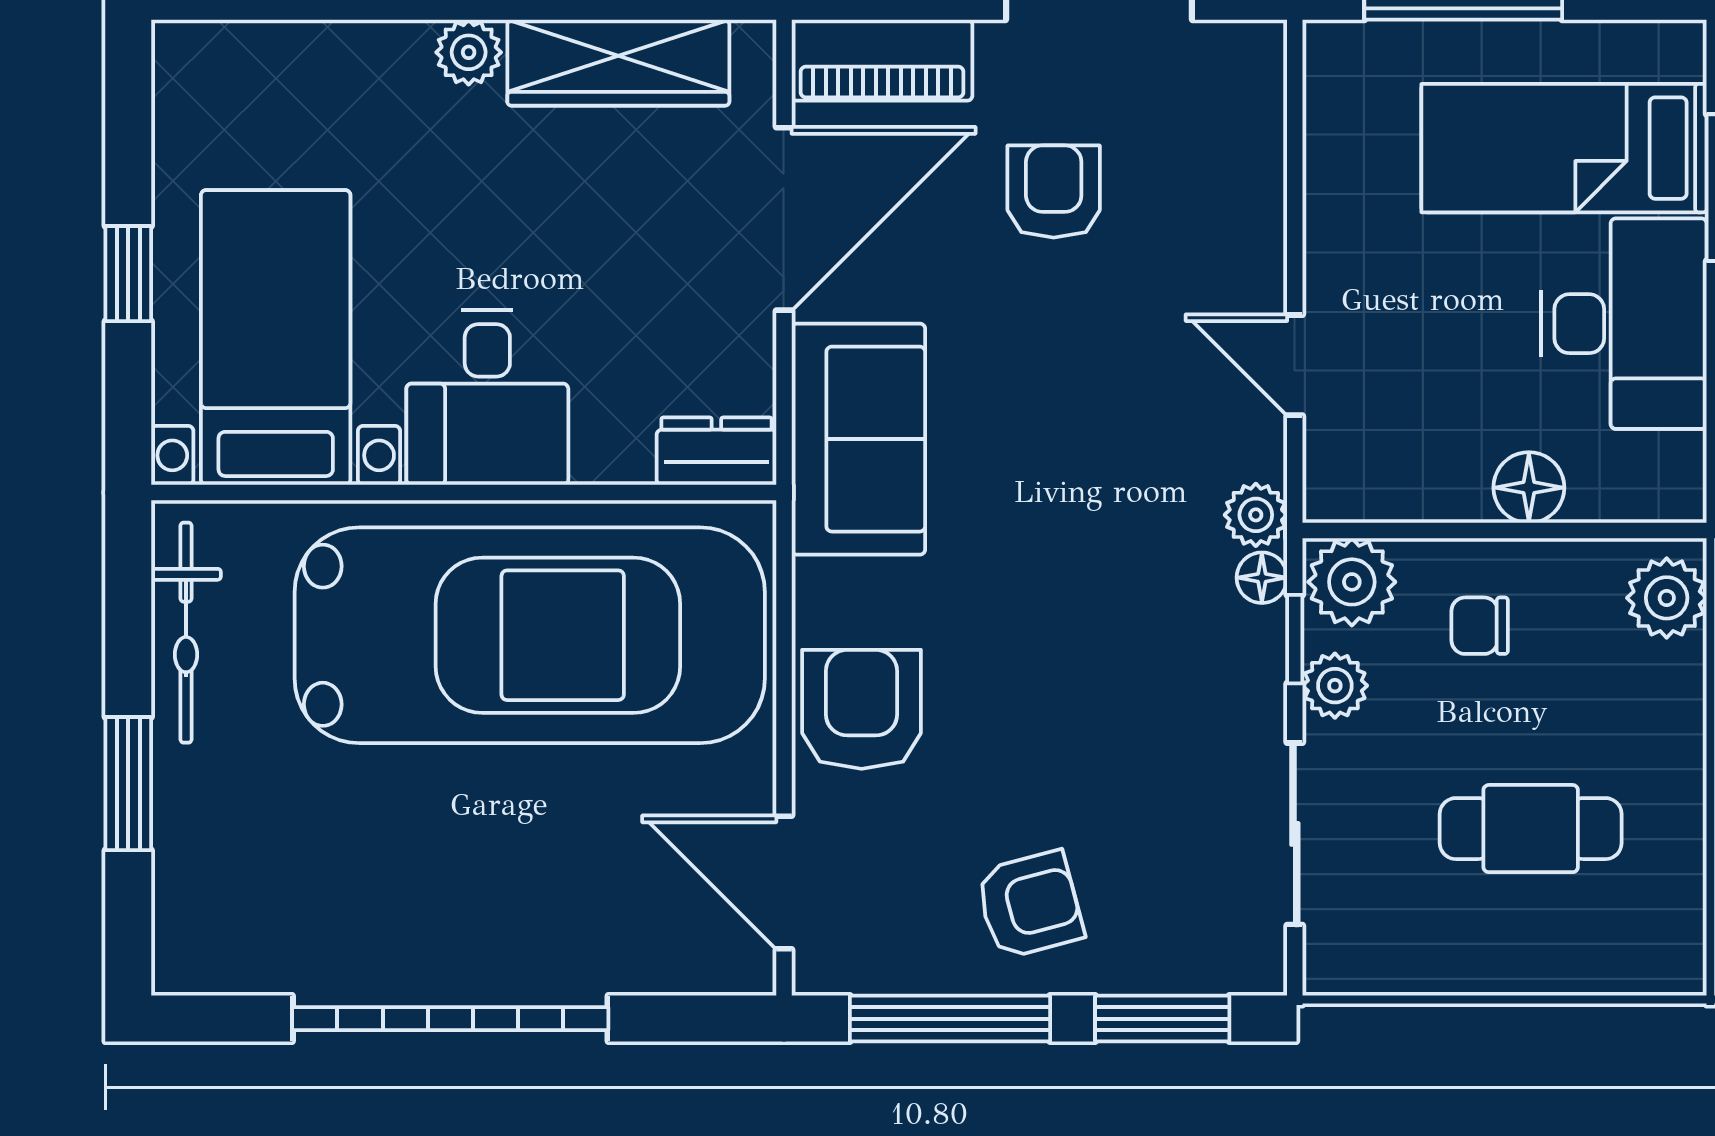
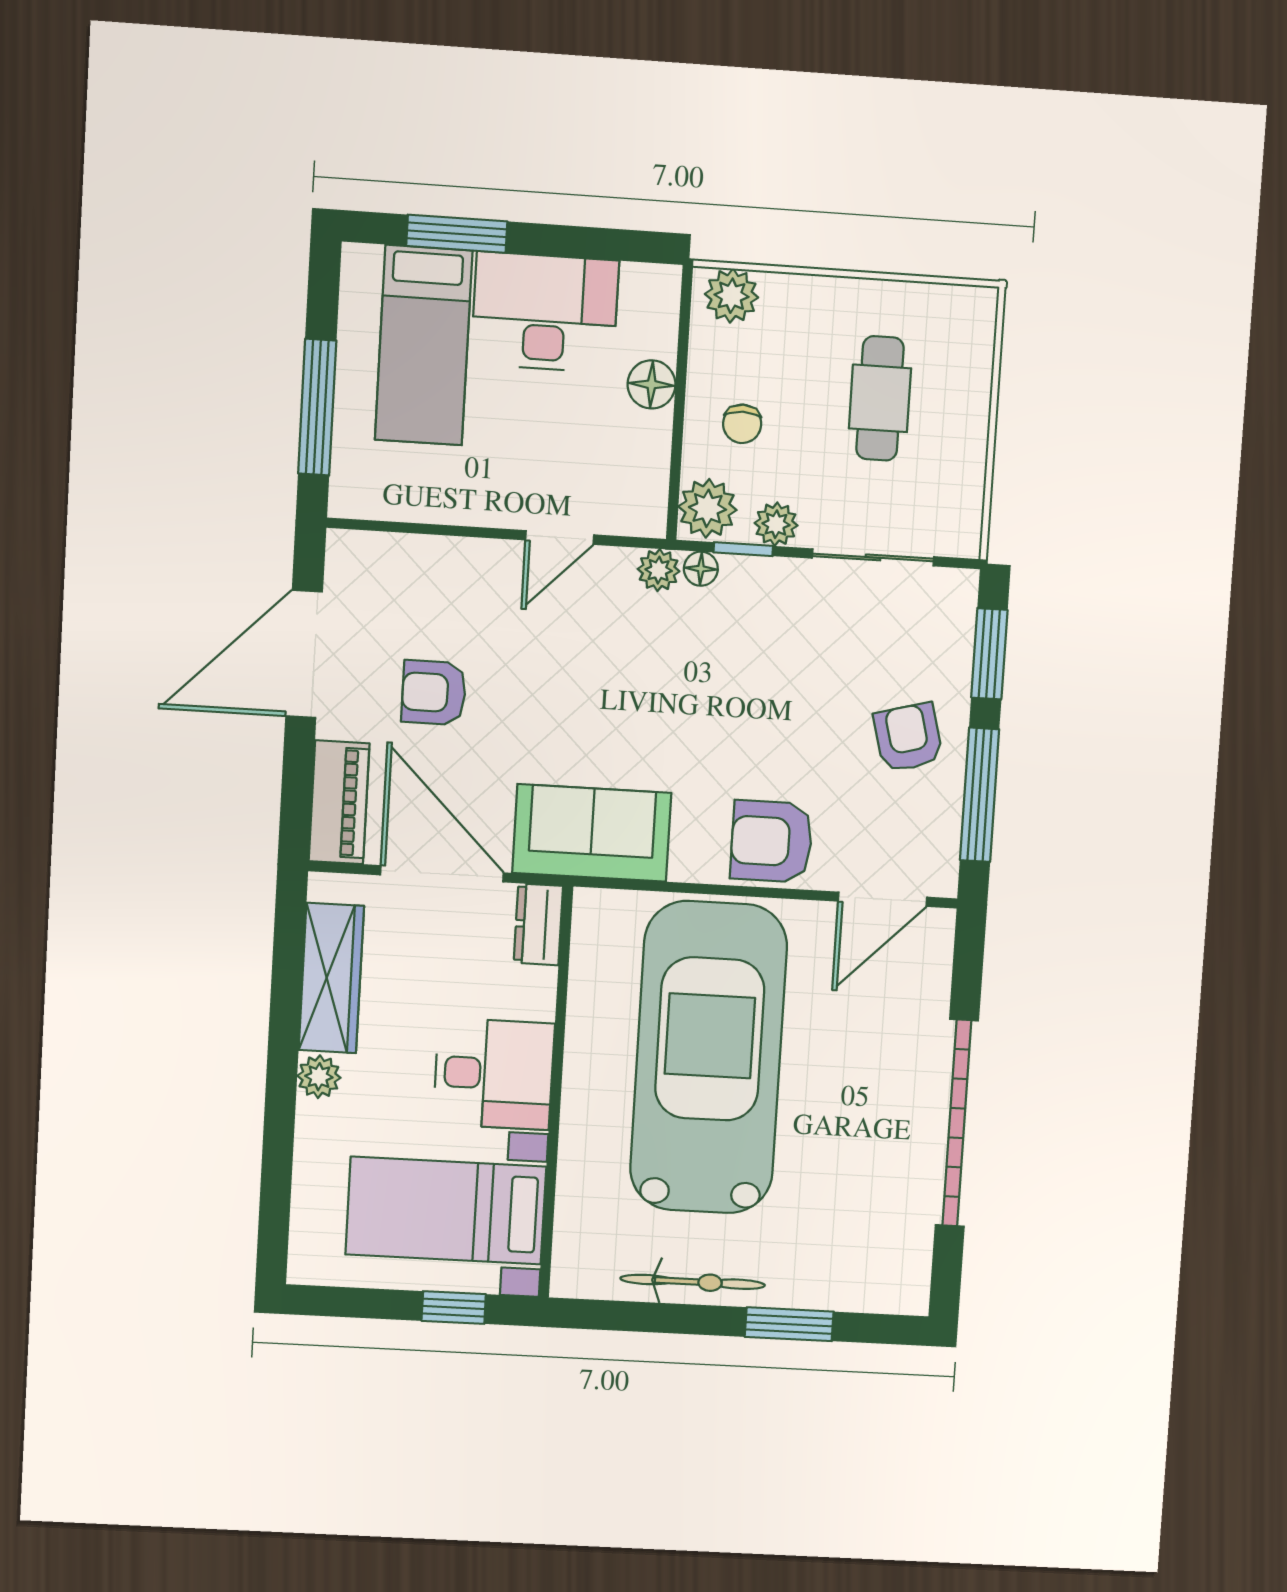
bed with nightstands: (276, 337) -> (446, 1211), moved
desk: (487, 398) -> (494, 1074), moved
dresser: (716, 451) -> (538, 924), moved
wall: (464, 492) -> (556, 1093), moved

